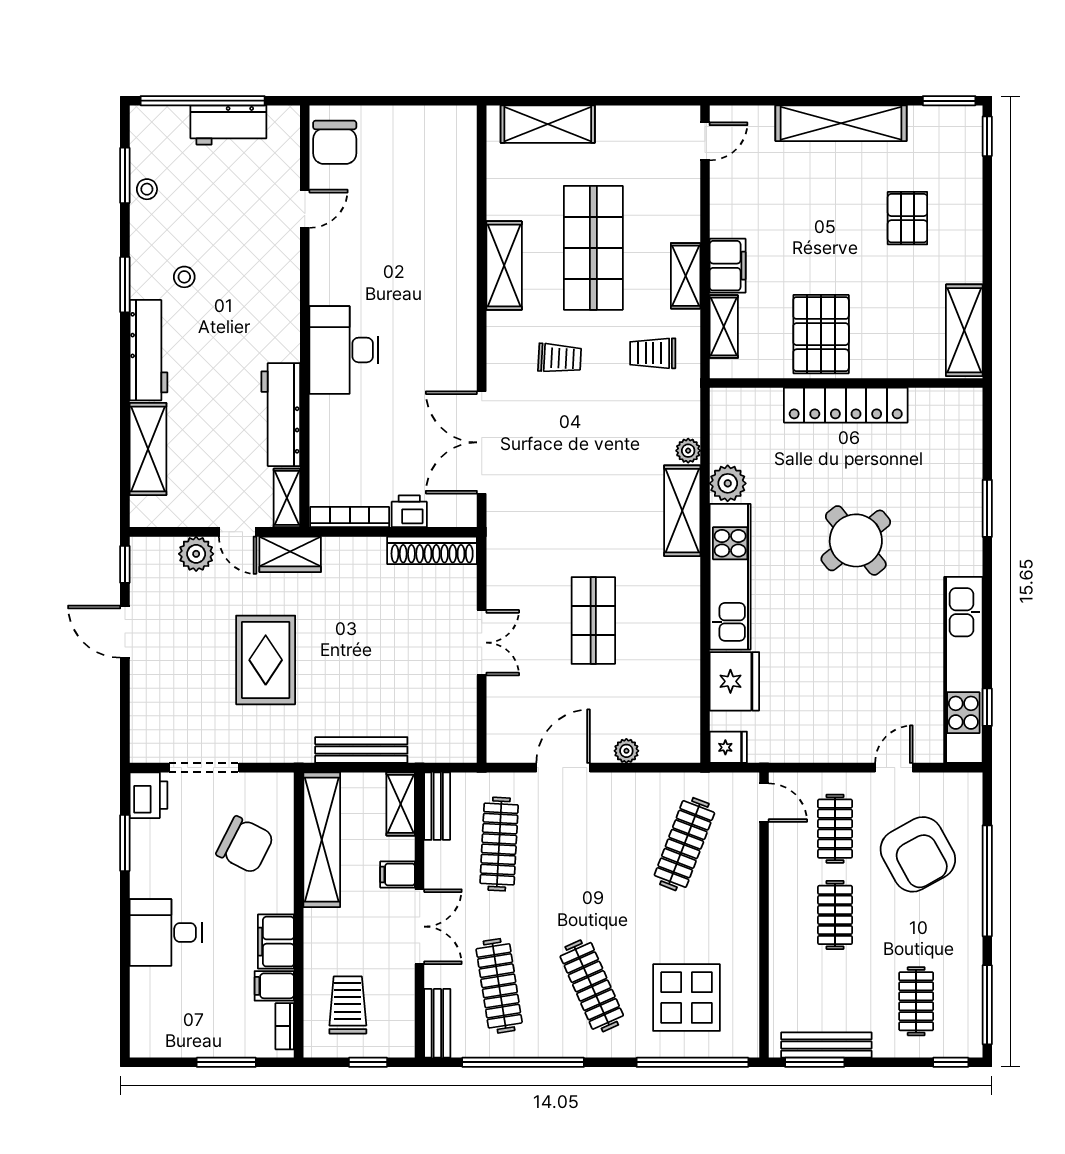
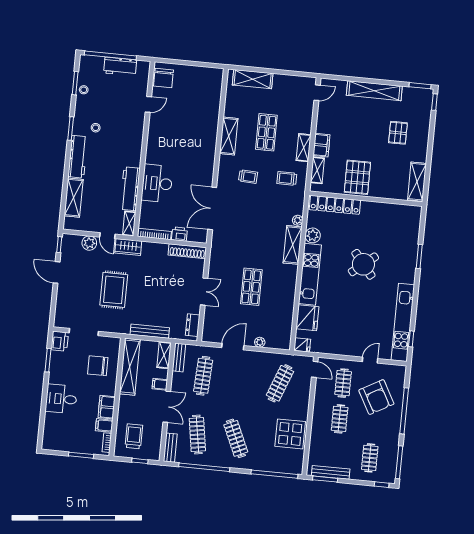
shop shelf: (593, 248) -> (266, 132), width x0.70, depth x0.74
desk: (344, 350) -> (157, 183), moved
locker: (846, 405) -> (335, 205), moved
dresser: (462, 726) -> (193, 325), added
chair: (245, 845) -> (98, 366), turned 153
display table: (687, 998) -> (290, 434), moved

